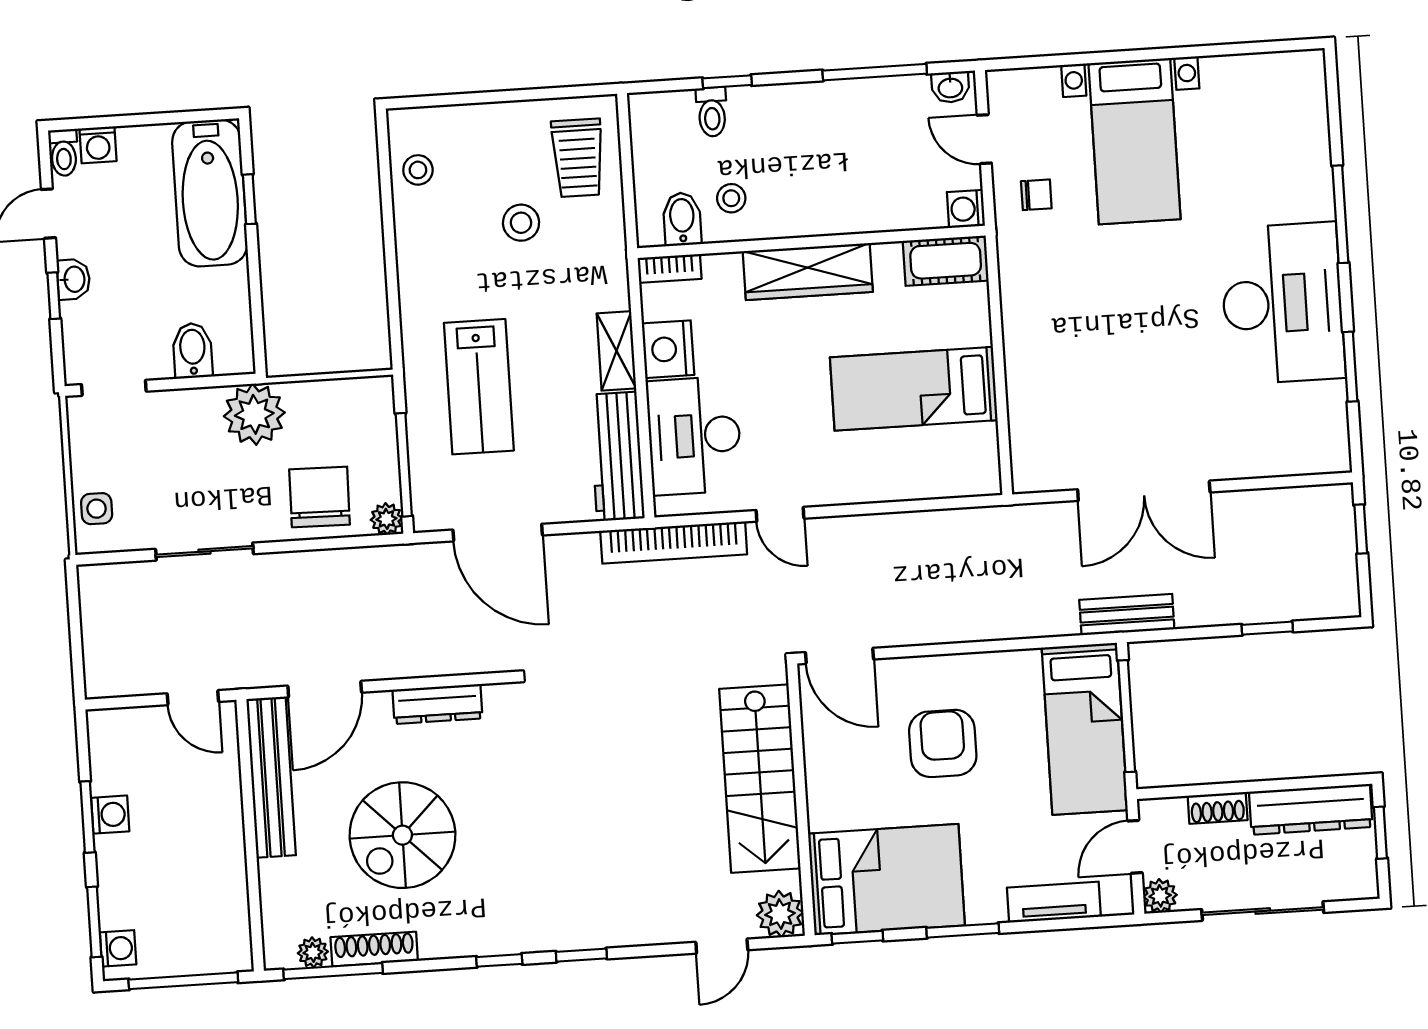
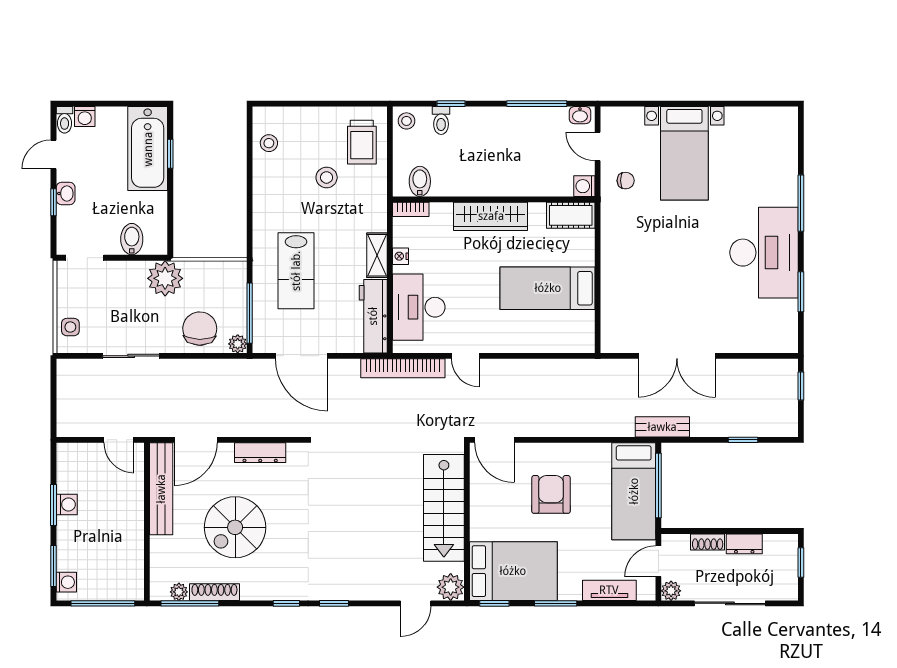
stool: (731, 198) -> (406, 121), moved
nightstand: (668, 349) -> (401, 256), width x0.53, depth x0.56
dresser: (1311, 809) -> (744, 544), width x0.51, depth x0.80

